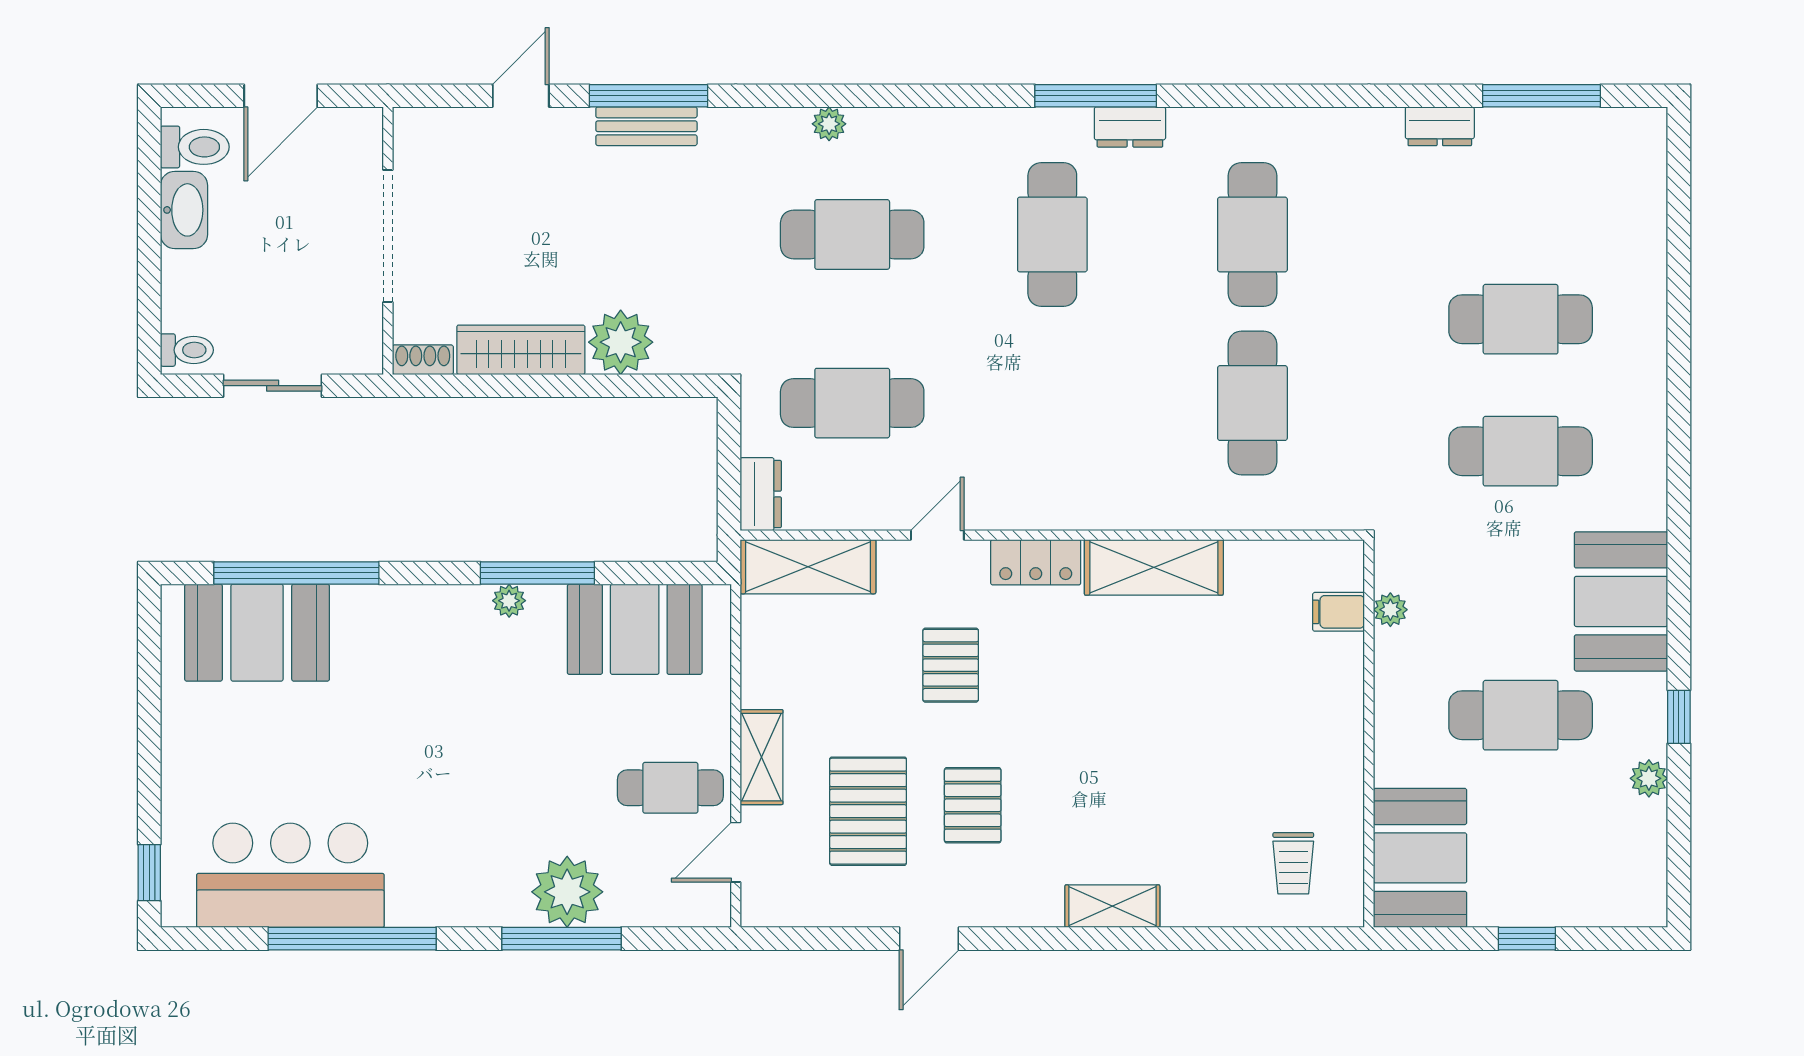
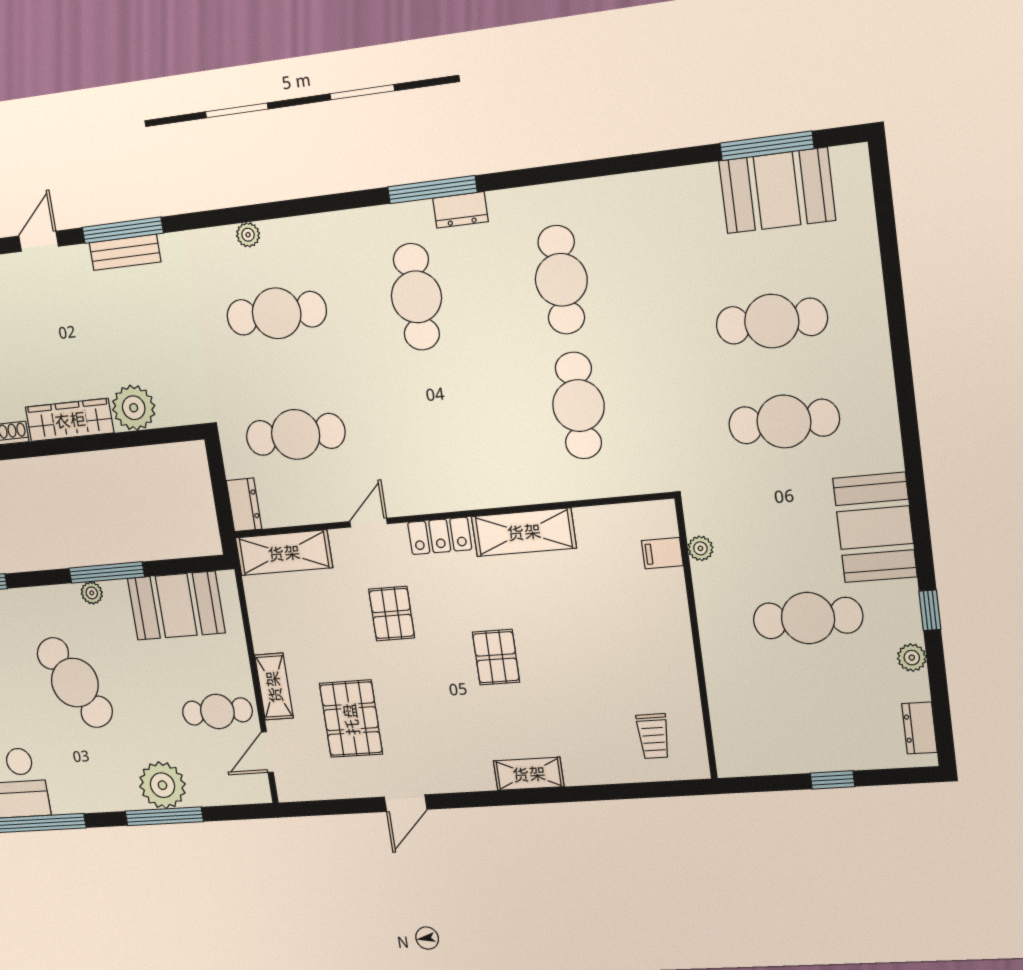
dresser: (1440, 126) -> (919, 728), moved, turned 90
cafe table: (458, 730) -> (75, 683), added
pallet: (973, 805) -> (496, 657), moved
booth: (1420, 858) -> (777, 191), moved, turned 90

